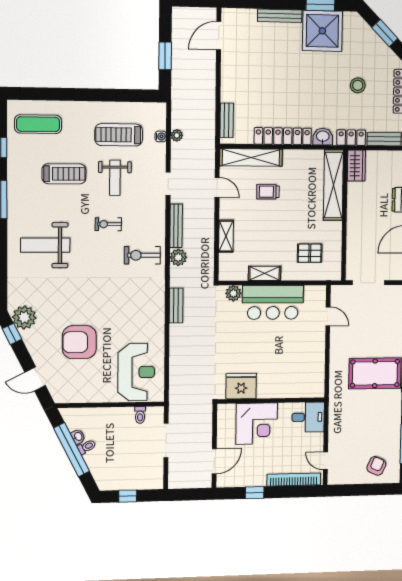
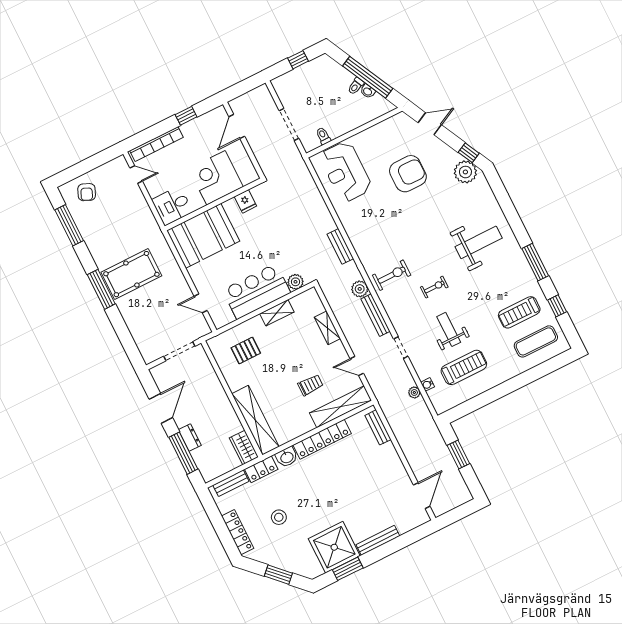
treadmill: (64, 174) -> (519, 312), moved
booth: (295, 377) -> (203, 236), added
fridge: (241, 386) -> (245, 201), width x0.53, depth x0.75

